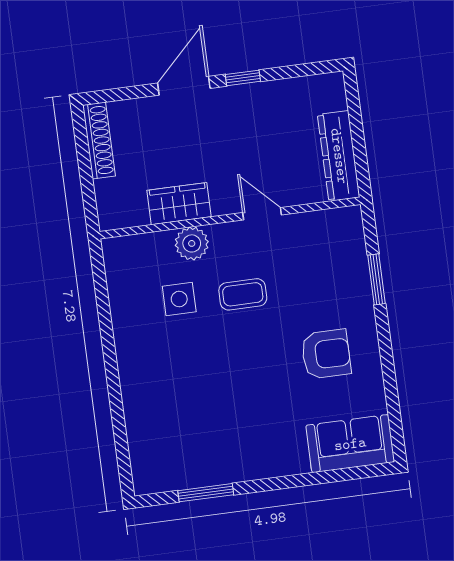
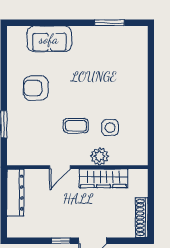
wardrobe: (179, 204) -> (103, 178), width x1.50
door: (262, 214) -> (60, 167), hinge flipped
sofa: (350, 444) -> (49, 39), moved

